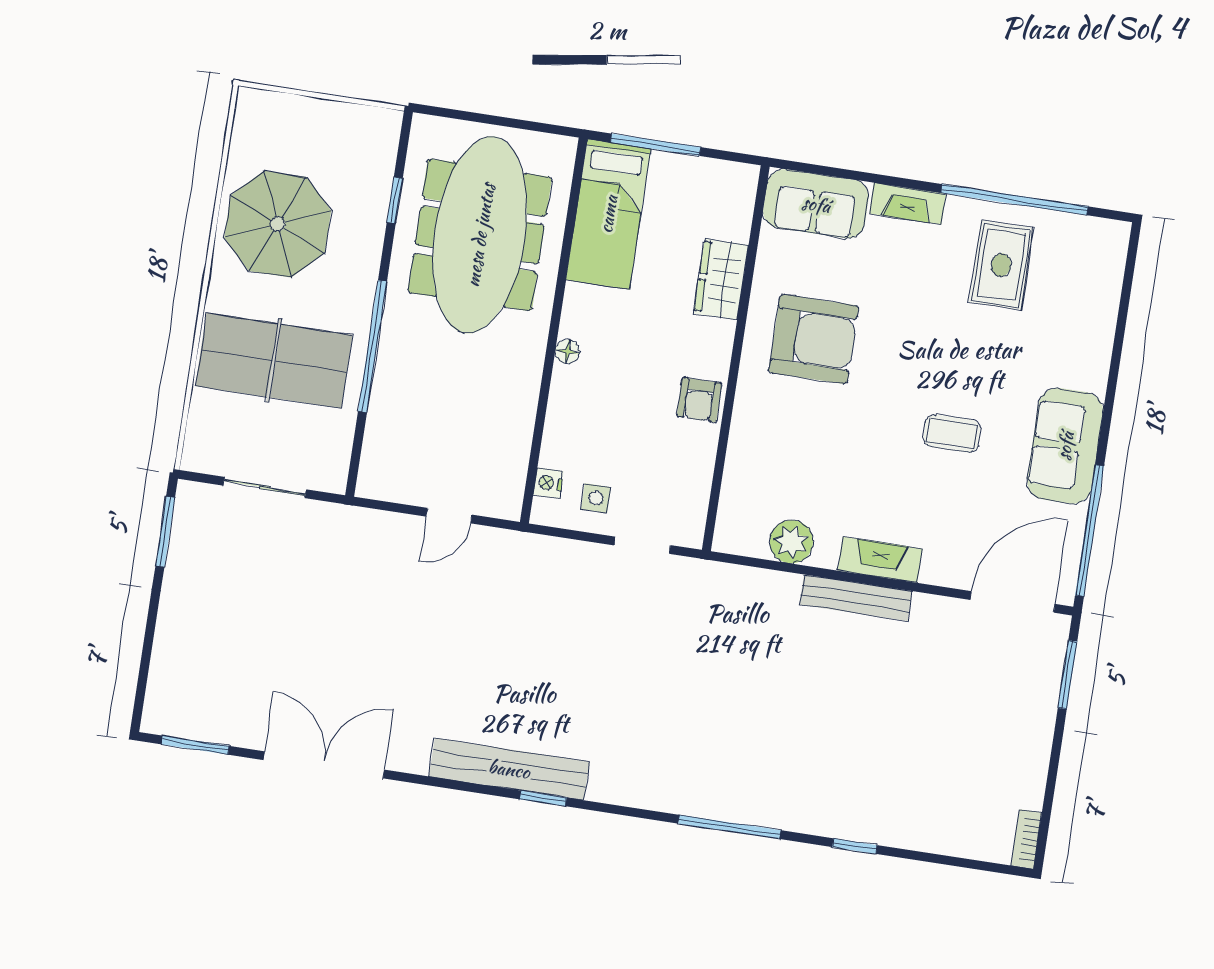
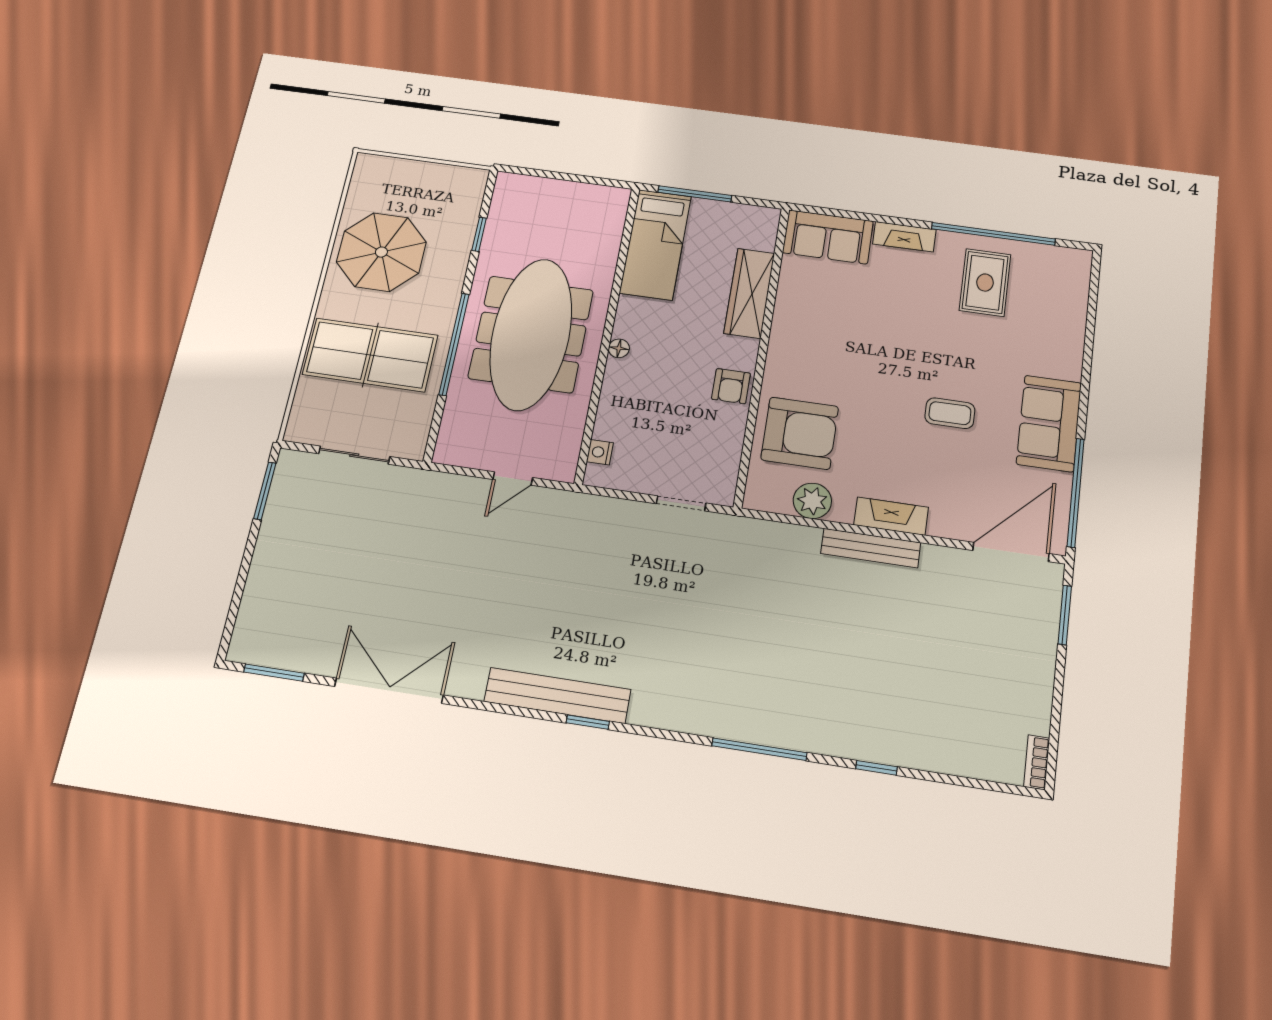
meeting table: (480, 235) -> (531, 334), moved
wardrobe: (721, 279) -> (749, 293), width x1.50
armchair: (814, 339) -> (800, 433), moved
side table: (596, 498) -> (641, 465), removed

